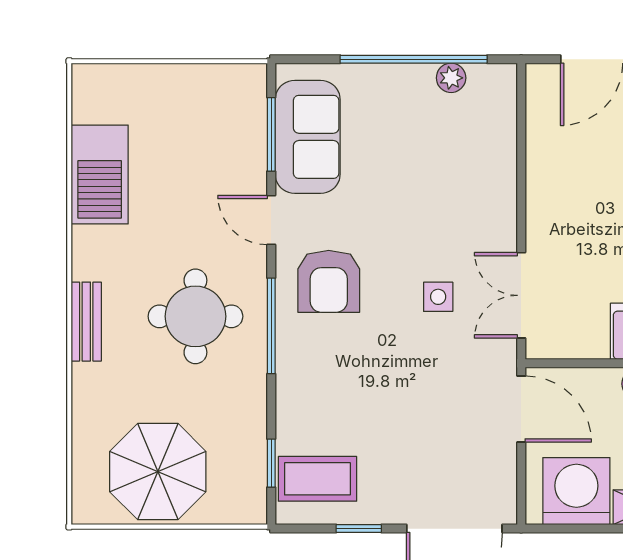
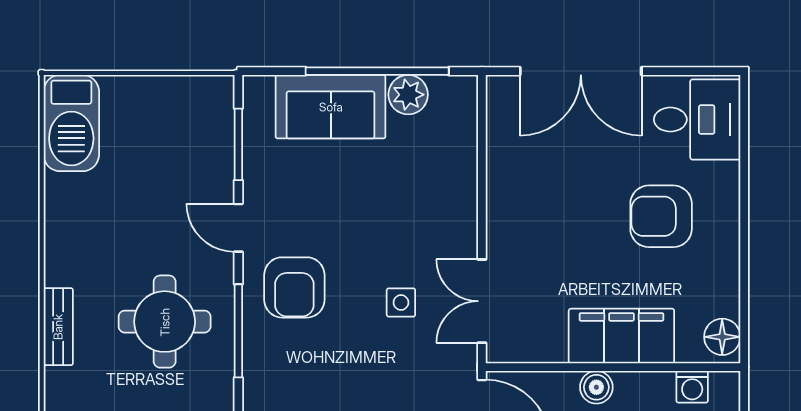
plant: (451, 78) -> (408, 95), width x1.38, depth x1.38
sofa: (308, 137) -> (331, 107), moved, turned 90
barbecue: (100, 175) -> (71, 123), moved

